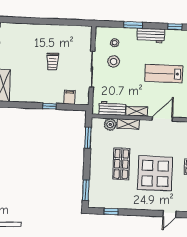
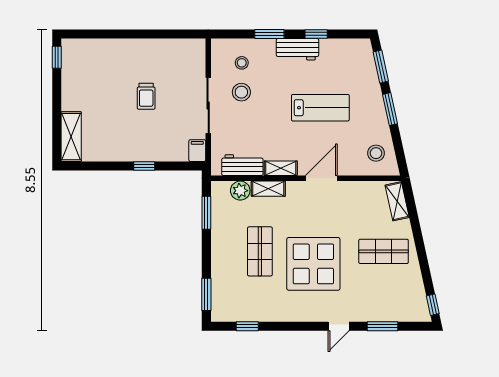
window: (175, 27) -> (316, 34), moved
lab bench: (164, 74) -> (320, 108), turned 180
filing cabinet: (70, 97) -> (197, 151), moved

